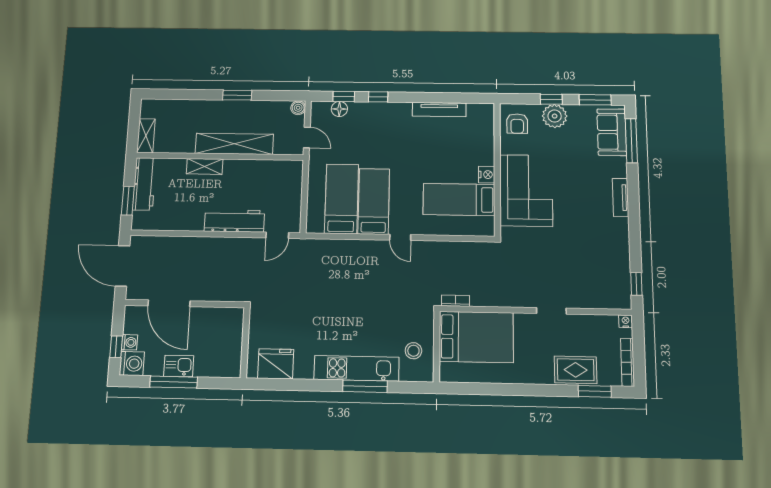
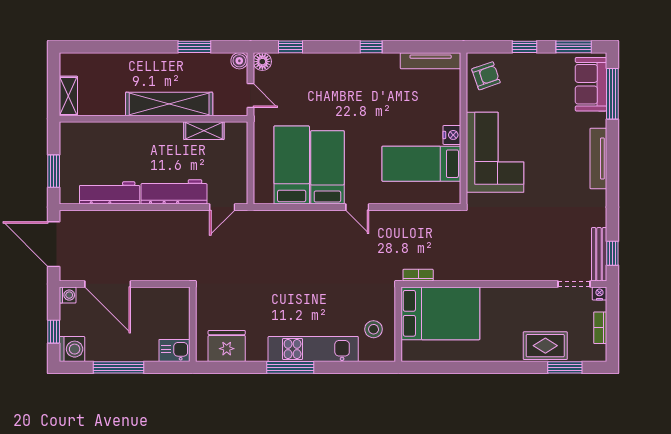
window: (237, 95) -> (194, 47), moved
window: (378, 97) -> (371, 47), moved
floor lamp: (339, 109) -> (262, 62), moved
tv unit: (439, 110) -> (431, 61), moved
plant: (555, 116) -> (528, 66), removed
armchair: (517, 124) -> (486, 76), turned -109
shelving: (205, 166) -> (204, 131), moved
workbench: (144, 184) -> (110, 193), moved, turned -90
tv unit: (620, 198) -> (598, 159), width x1.41
bench: (624, 285) -> (599, 254), added
doorway: (551, 311) -> (574, 284), moved
washing machine: (129, 342) -> (68, 295), moved
bookcase: (628, 362) -> (600, 328), width x0.64
kitchen sink: (179, 366) -> (174, 350), moved
window: (365, 386) -> (290, 367), moved

